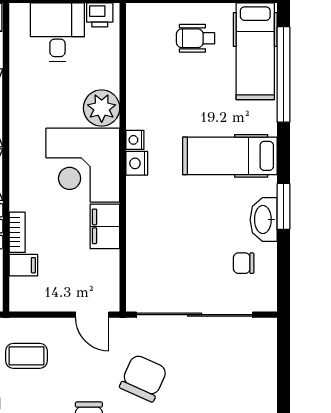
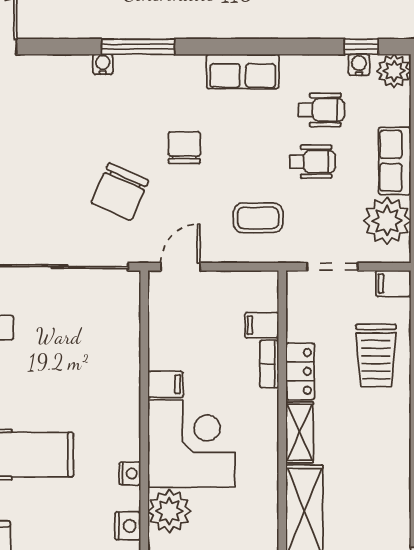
nightstand: (137, 163) -> (128, 526), moved
filing cabinet: (105, 226) -> (165, 384), width x0.50
door: (92, 315) -> (180, 267), hinge flipped

